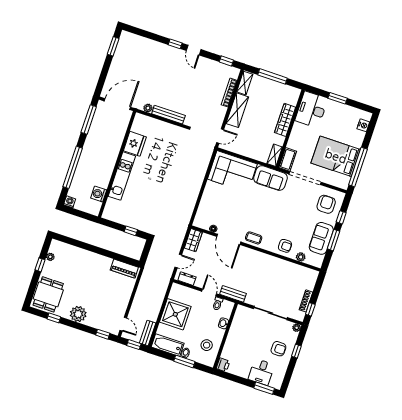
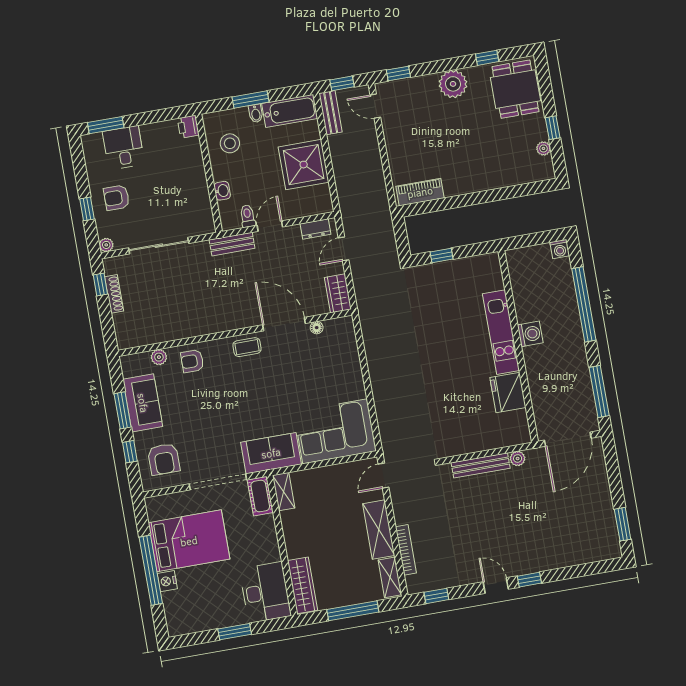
wardrobe: (285, 120) -> (303, 585), moved
nightstand: (363, 125) -> (167, 581), moved
window: (358, 167) -> (151, 570), moved
washing machine: (99, 194) -> (530, 334), moved
door: (209, 293) -> (270, 226), swing flipped

